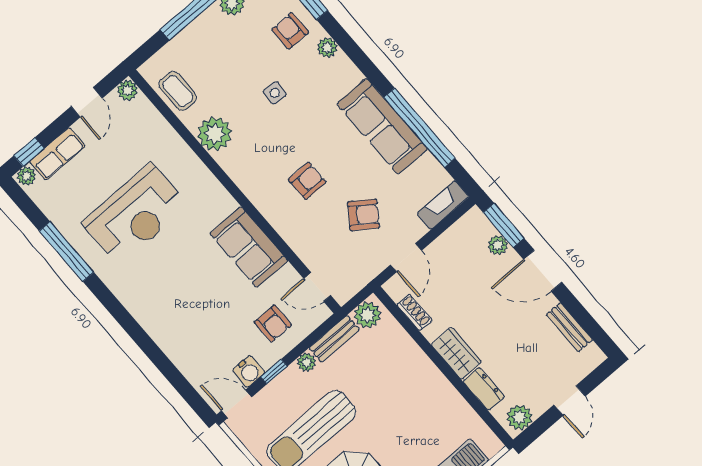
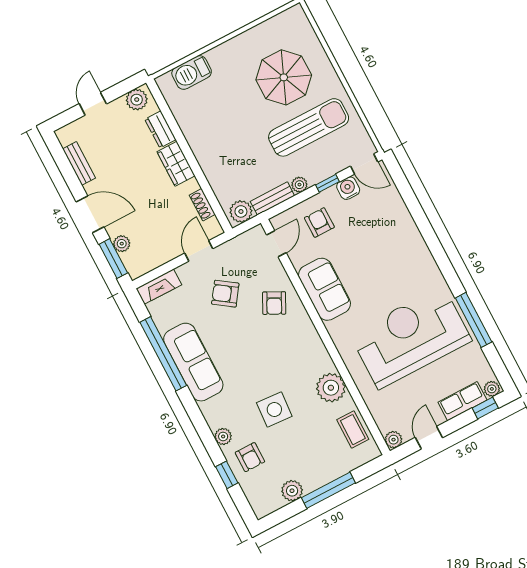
side table: (275, 93) -> (274, 410), width x1.87, depth x1.87
armchair: (307, 181) -> (274, 303), moved, turned -63
reception desk: (135, 214) -> (411, 337), width x1.36, depth x1.30
door: (317, 287) -> (276, 244), hinge flipped

